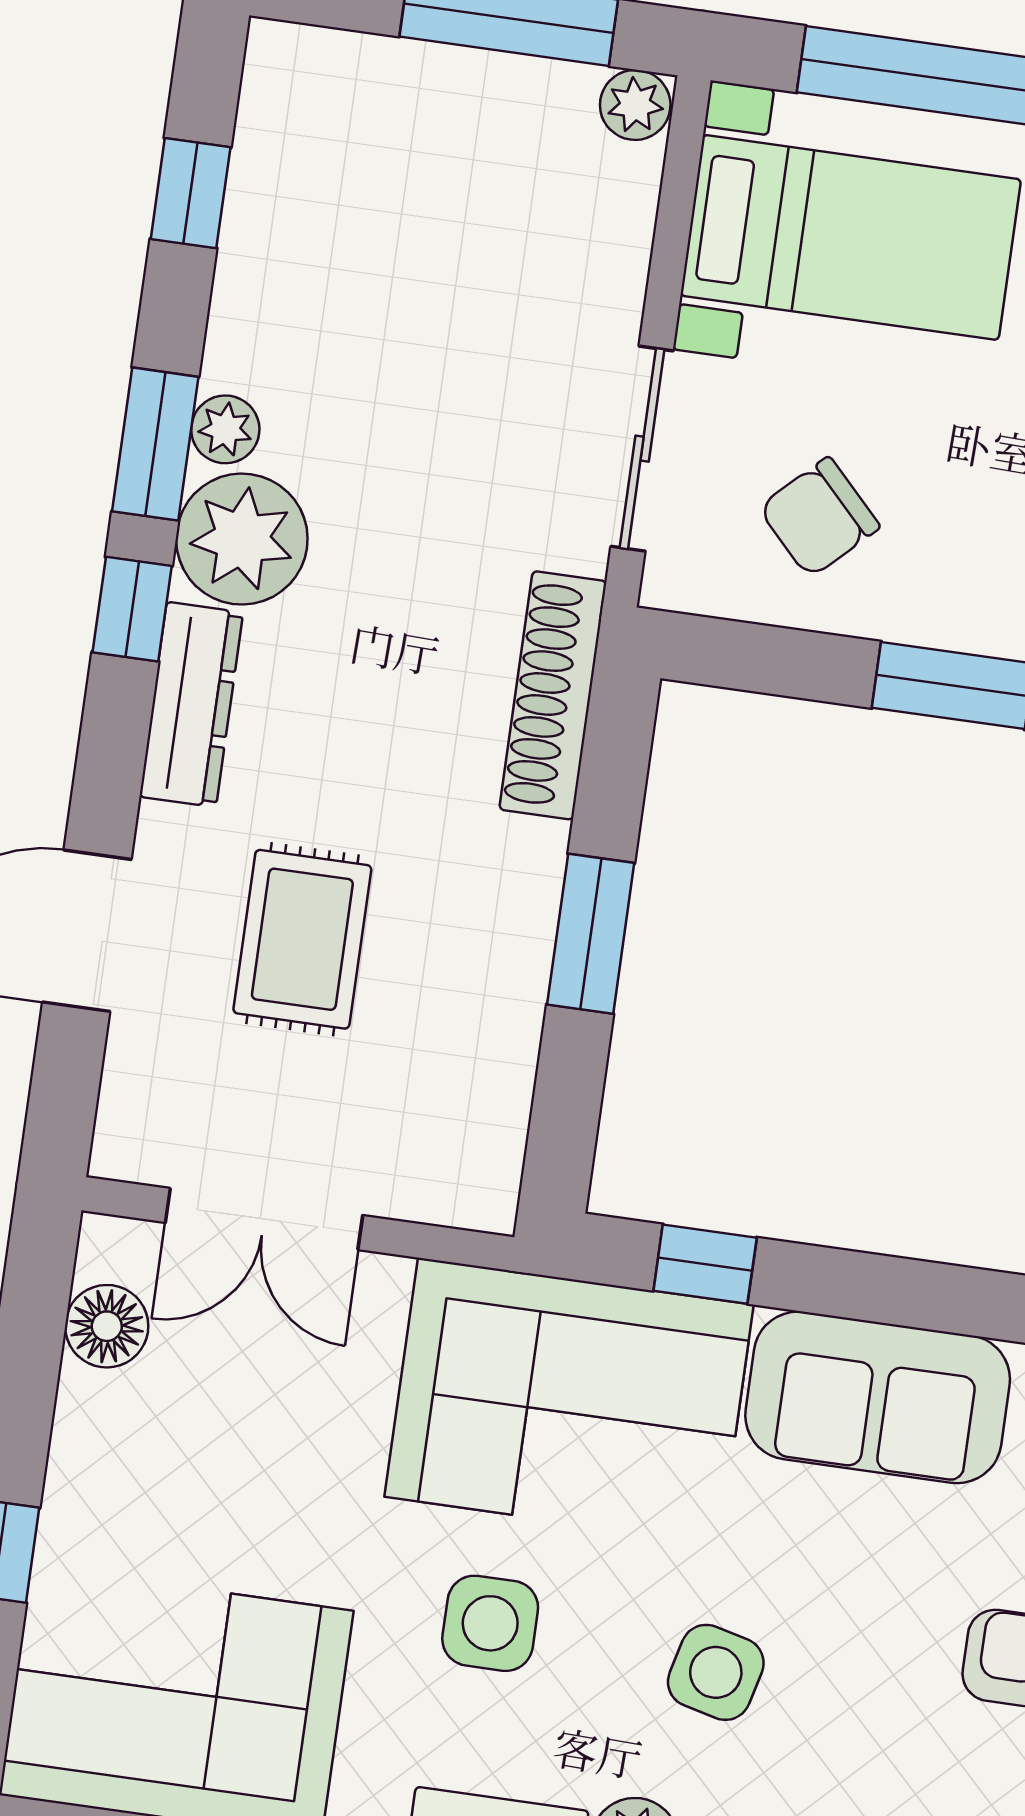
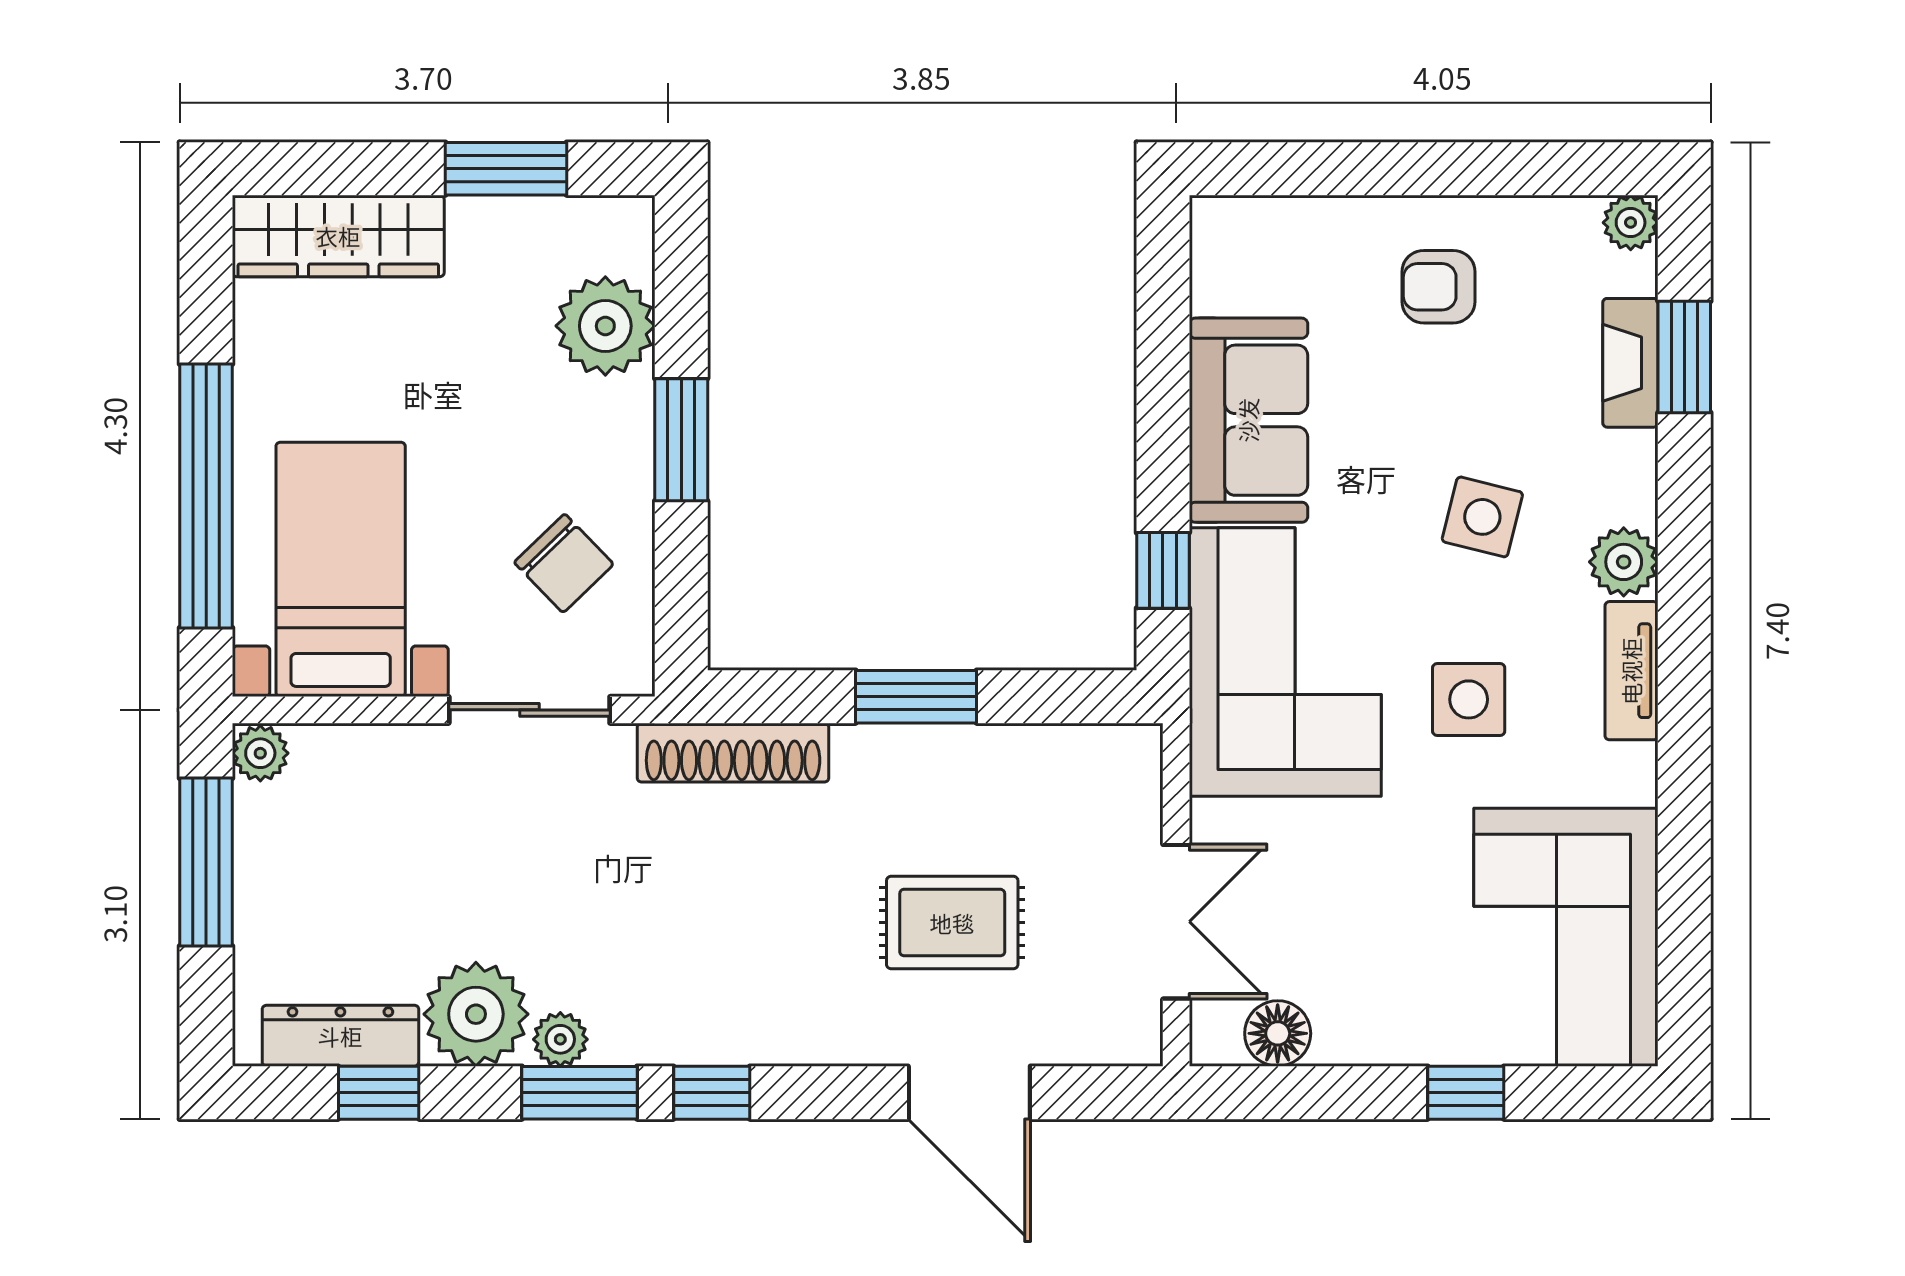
plant: (242, 539) -> (476, 1014), moved
dresser: (191, 705) -> (340, 1036), moved

